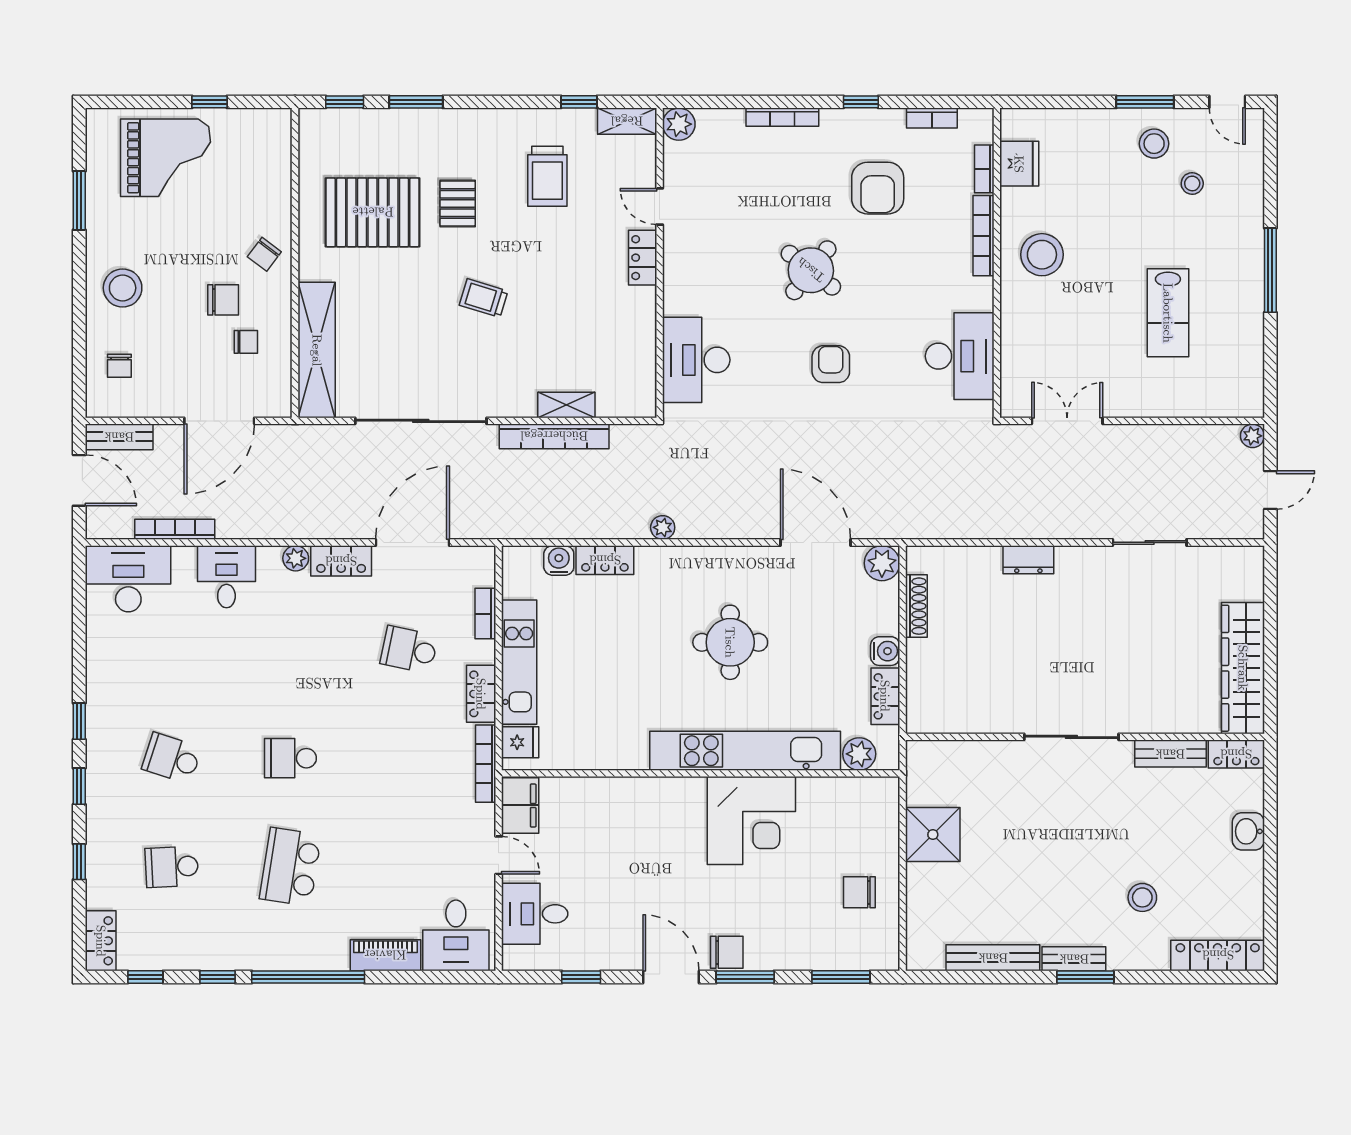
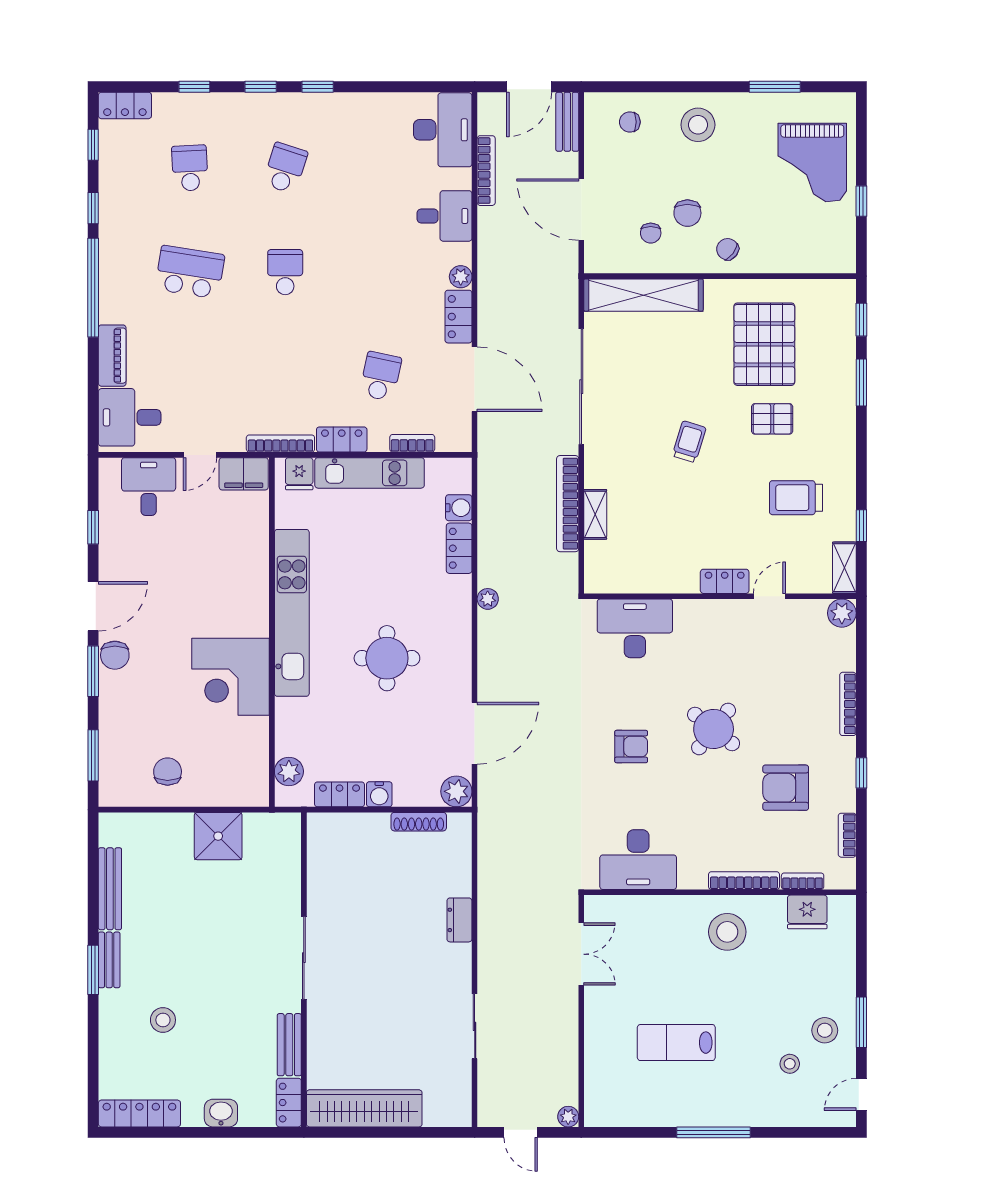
kitchen unit: (745, 751) -> (292, 613), moved
locker: (1218, 955) -> (139, 1113), moved, turned -90

